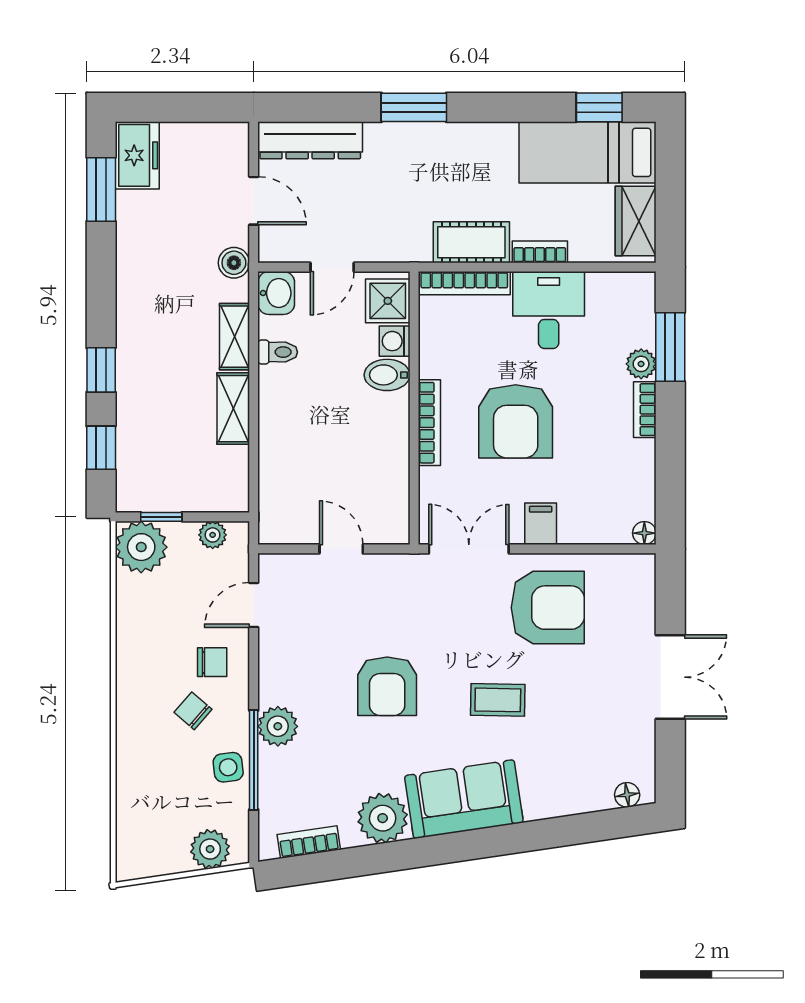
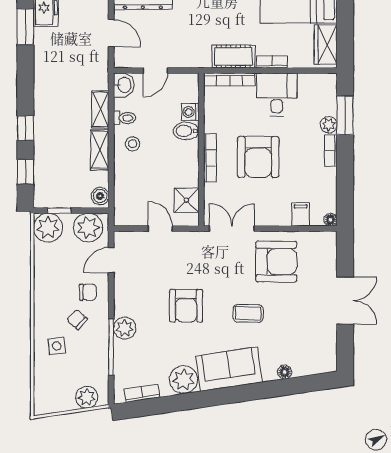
boiler: (234, 263) -> (100, 196), moved
shower: (388, 301) -> (186, 200), moved
stool: (292, 398) -> (133, 144), added
filing cabinet: (541, 524) -> (301, 214), moved
plant: (213, 535) -> (88, 228), width x1.87, depth x1.87
side table: (228, 767) -> (57, 346), moved
floor lamp: (627, 795) -> (285, 372), moved

